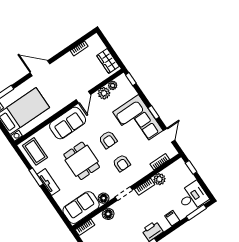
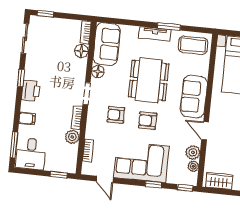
window: (154, 112) -> (154, 184), moved
dining table: (82, 161) -> (149, 80), width x1.38
floor lamp: (108, 214) -> (81, 51), moved

